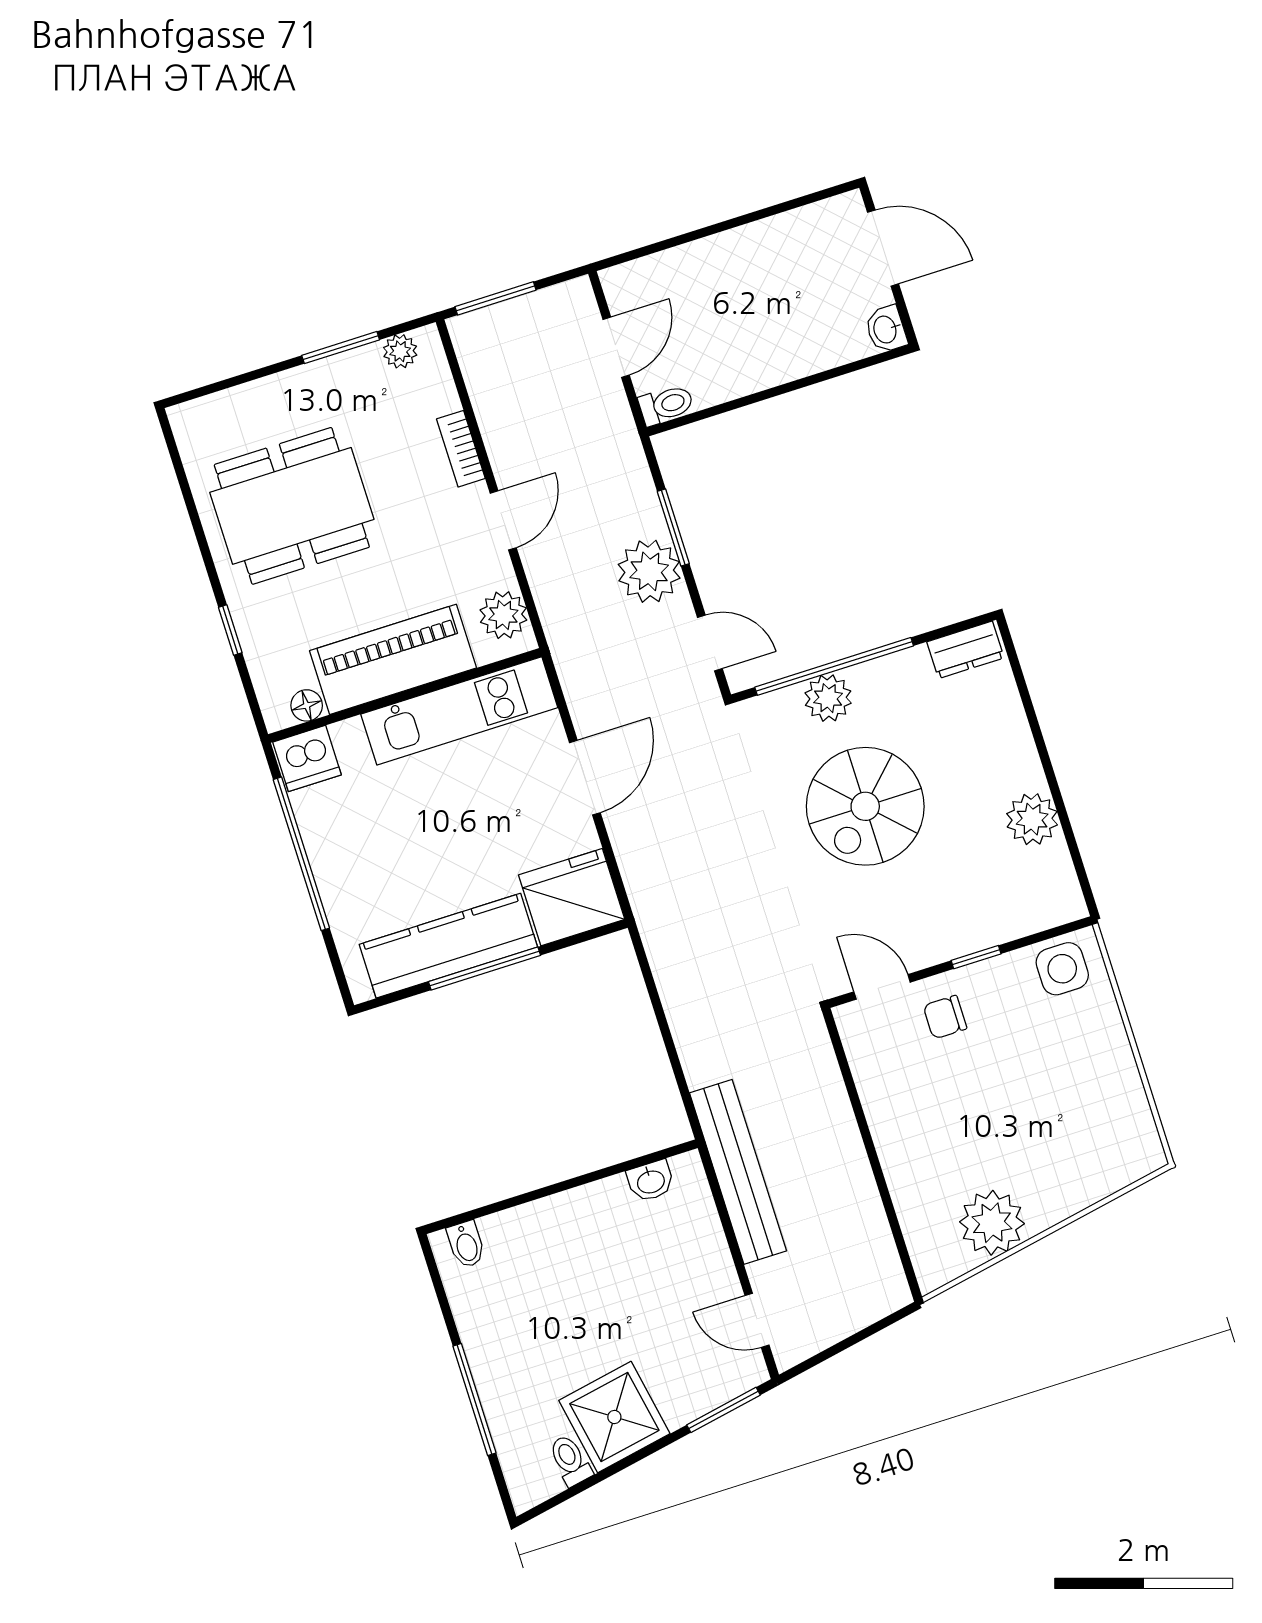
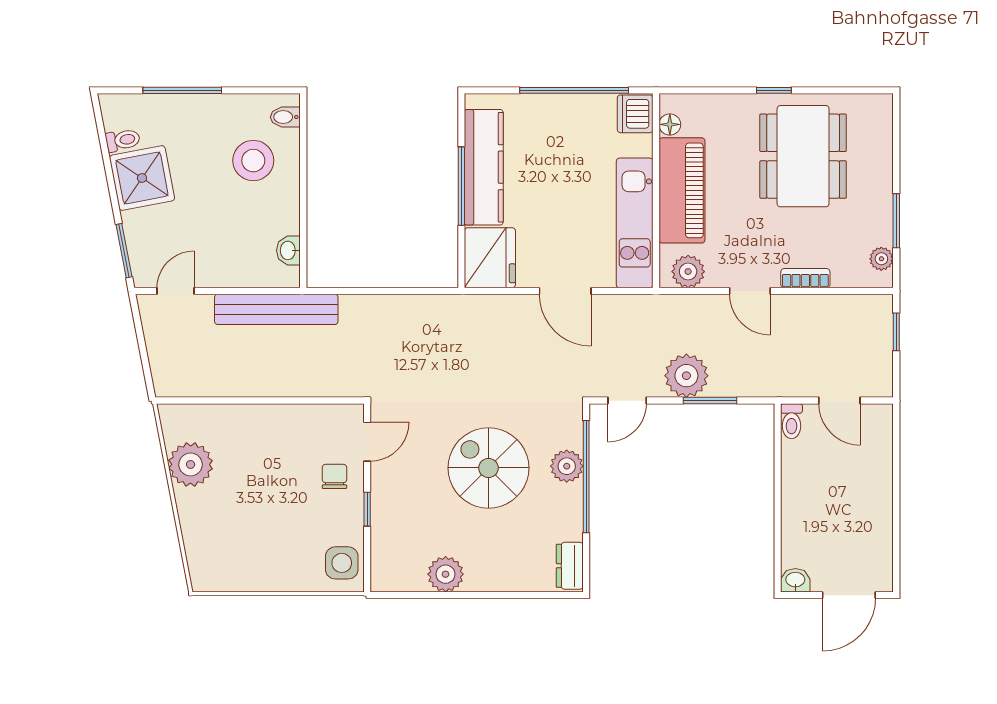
window: (495, 298) -> (896, 332), width x0.67
window: (230, 630) -> (774, 90), moved
stool: (541, 1270) -> (253, 161), added

